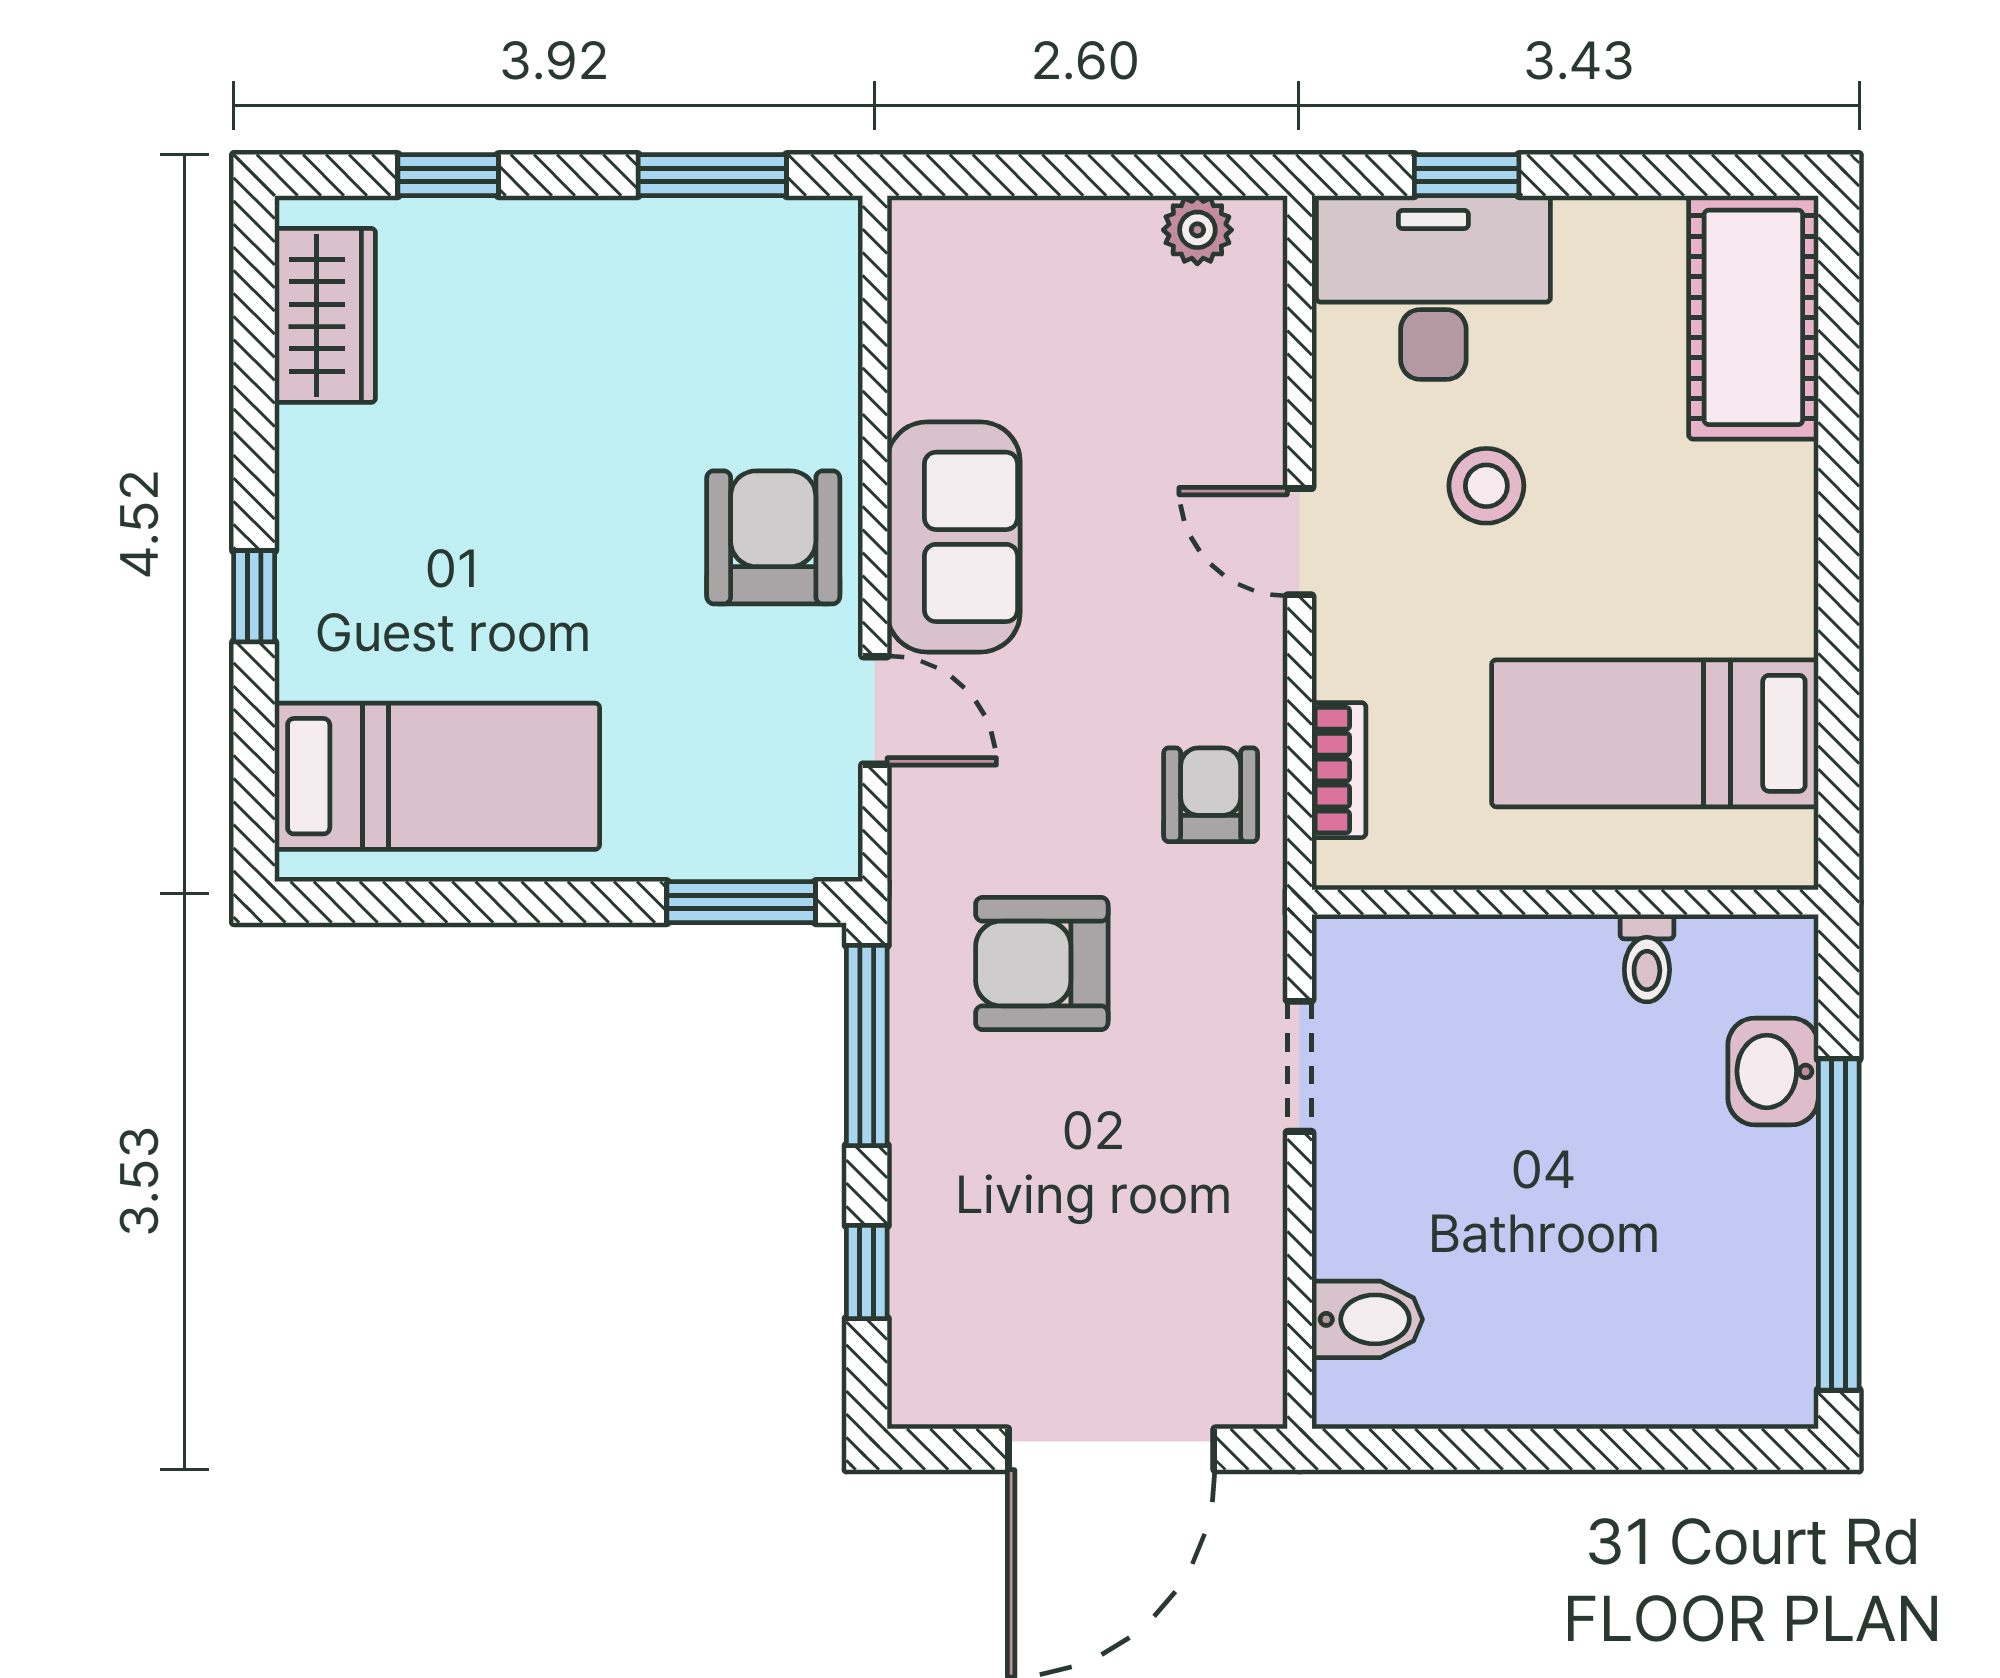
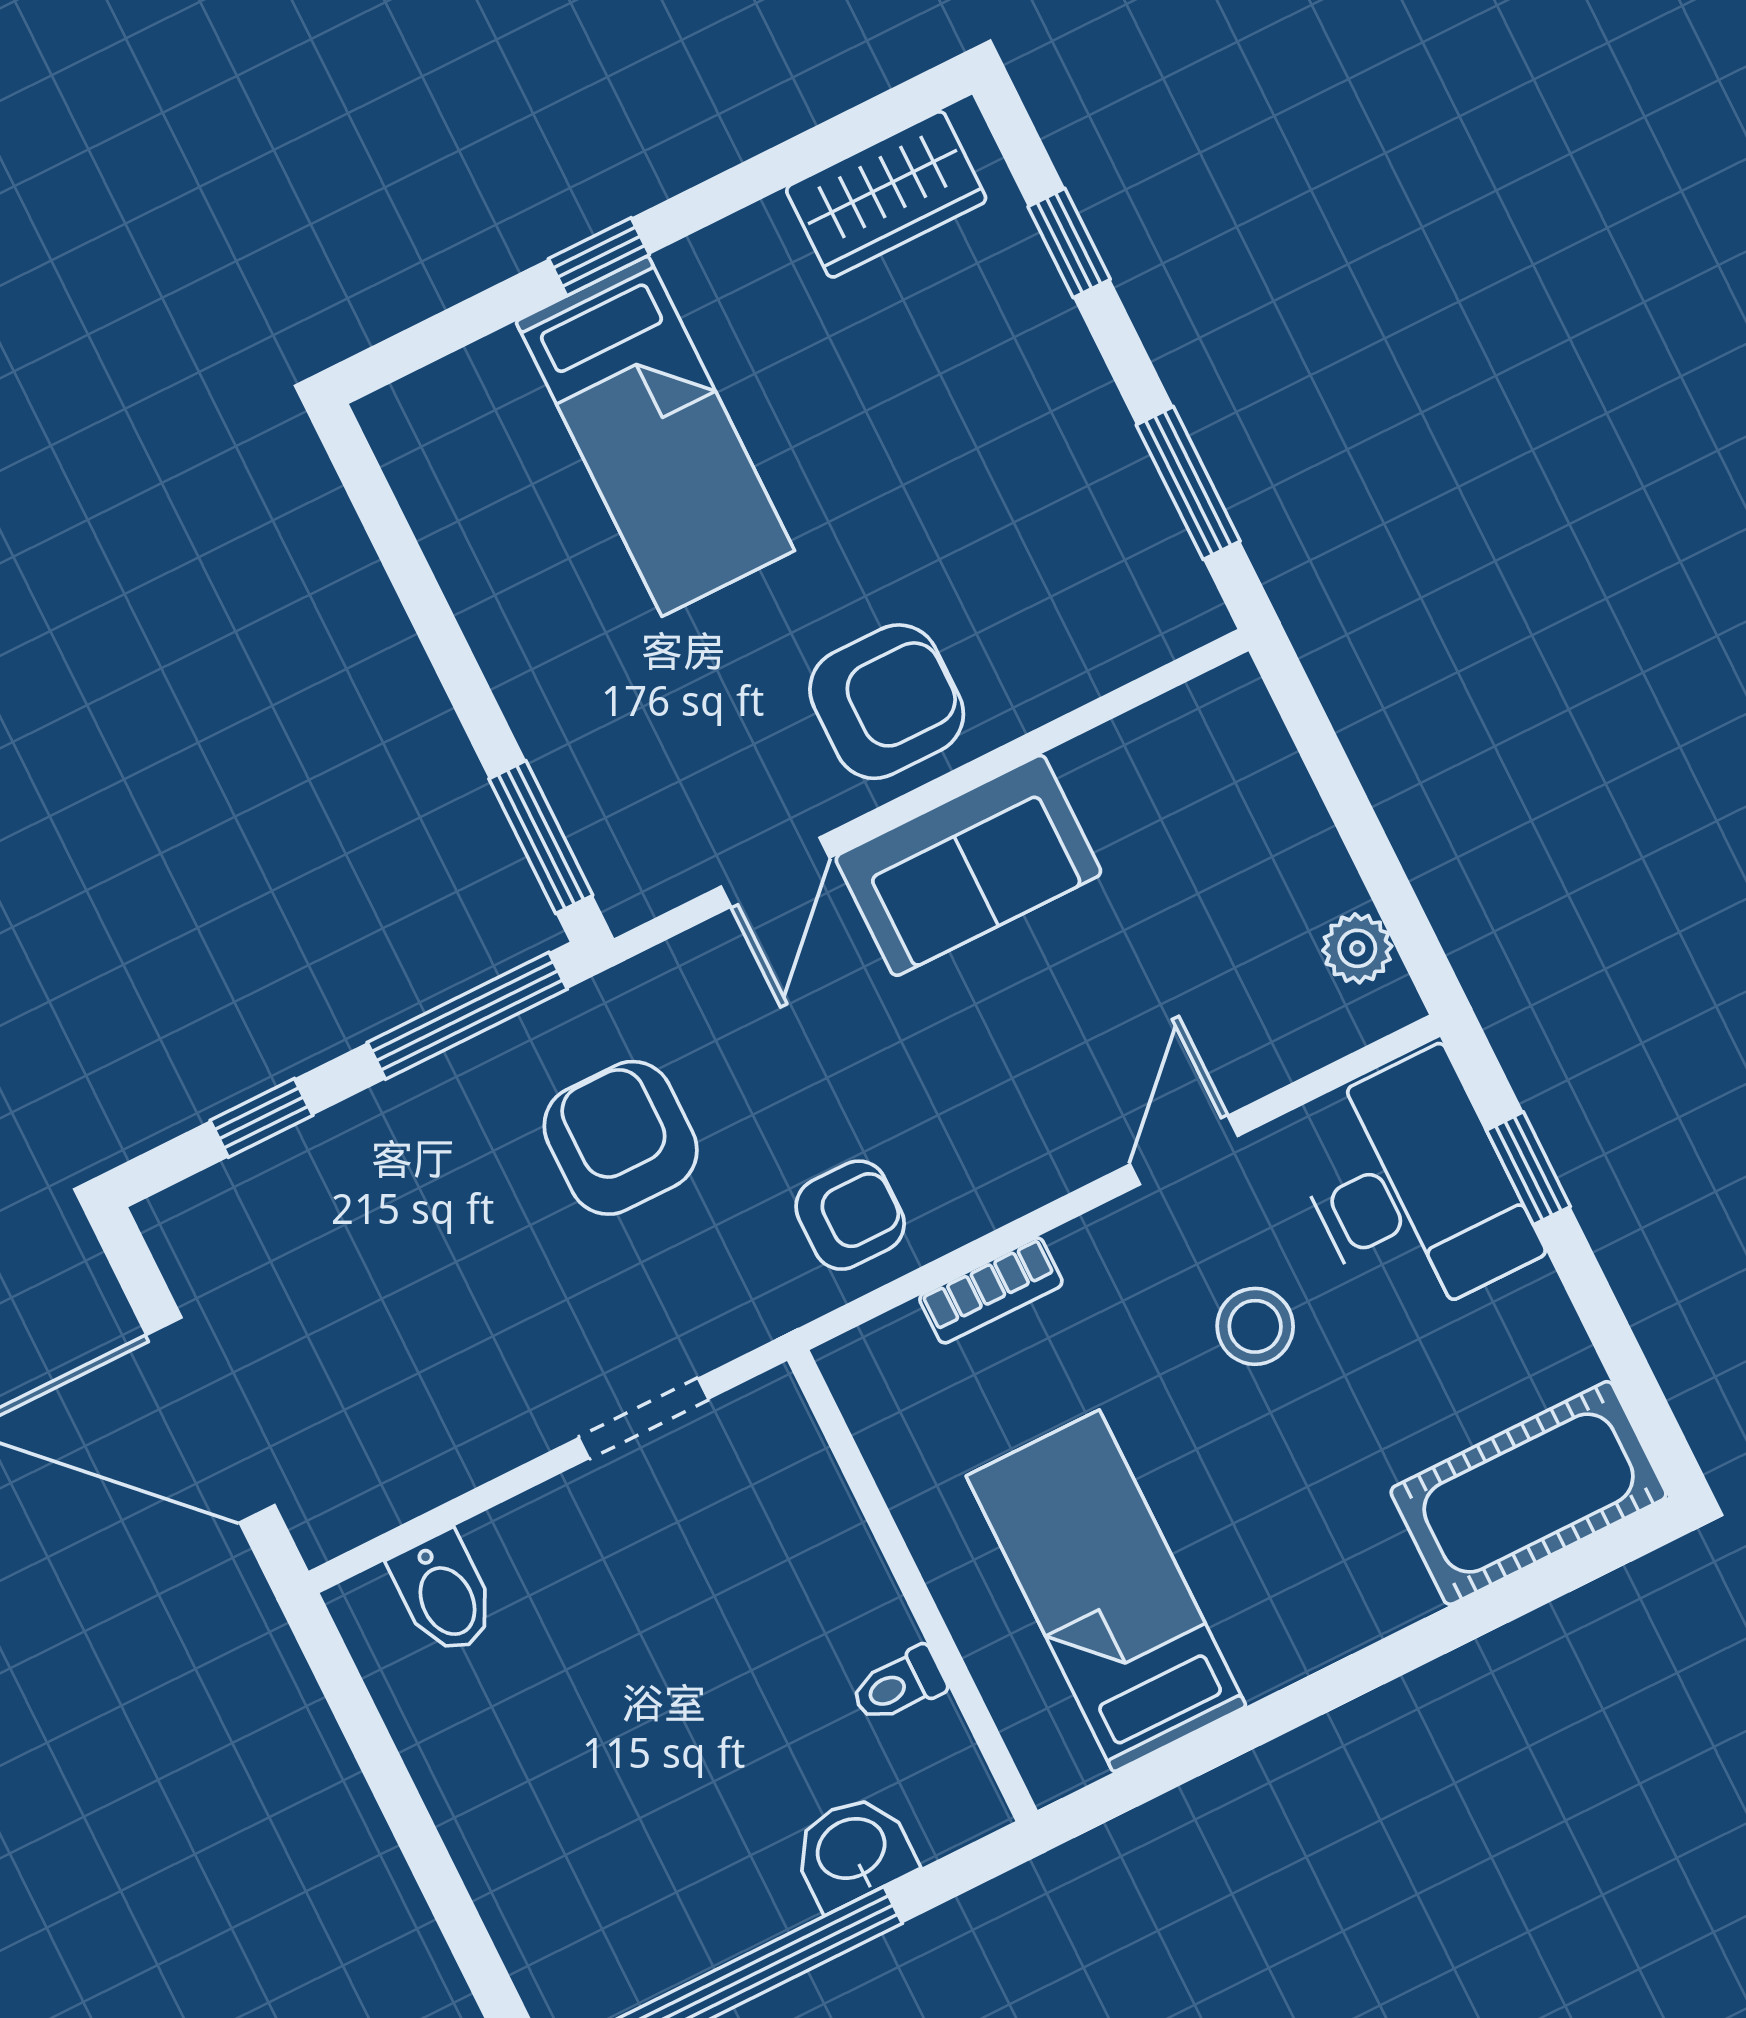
door: (1300, 542) -> (1184, 1150), moved
bookcase: (1339, 770) -> (991, 1290), moved
bed: (437, 776) -> (655, 436), moved

